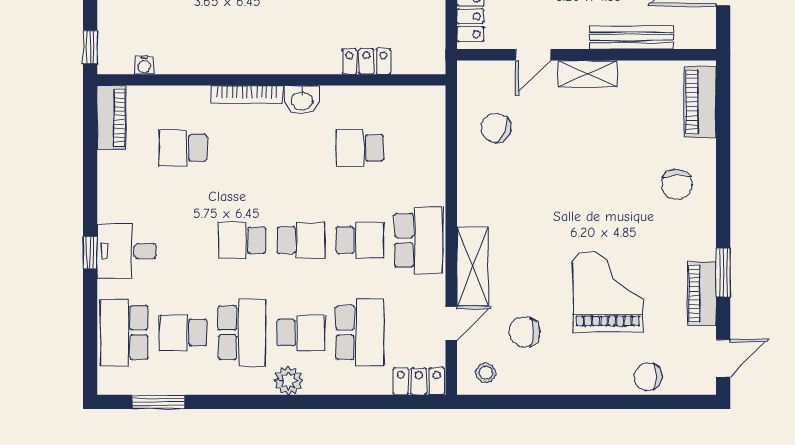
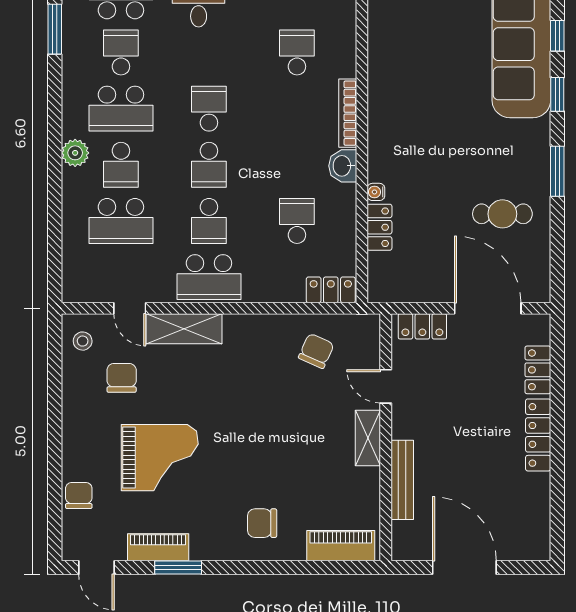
water cooler: (144, 65) -> (376, 192), moved
locker: (419, 381) -> (331, 290), moved, turned -90

